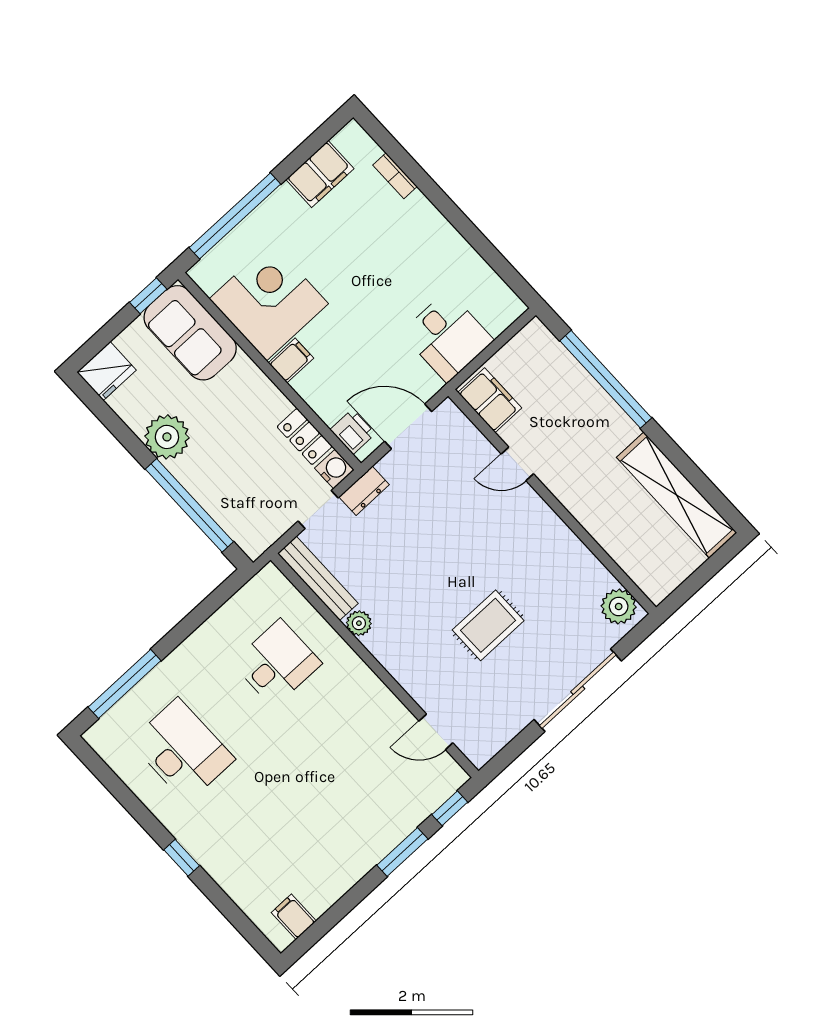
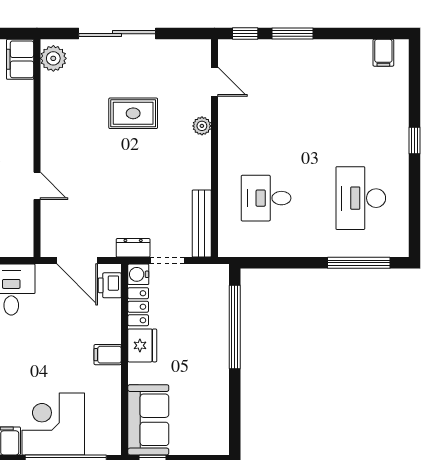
corner desk: (269, 301) -> (53, 424), moved, turned 90
fridge: (107, 371) -> (142, 345), moved, turned 90
filing cabinet: (490, 400) -> (20, 59), moved
plant: (167, 437) -> (213, 375), removed
plant: (359, 623) -> (202, 126), moved

